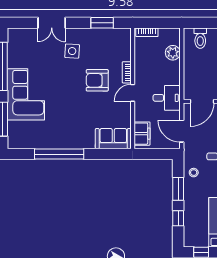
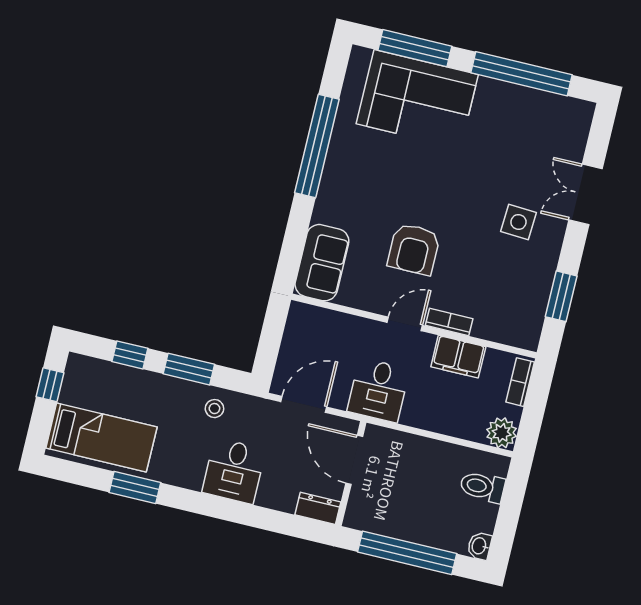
plant: (173, 53) -> (502, 433), moved
armchair: (97, 80) -> (414, 249), moved, turned 180
door: (133, 93) -> (405, 324), hinge flipped
corner sofa: (26, 94) -> (417, 99), moved
filing cabinet: (142, 134) -> (458, 357), moved

